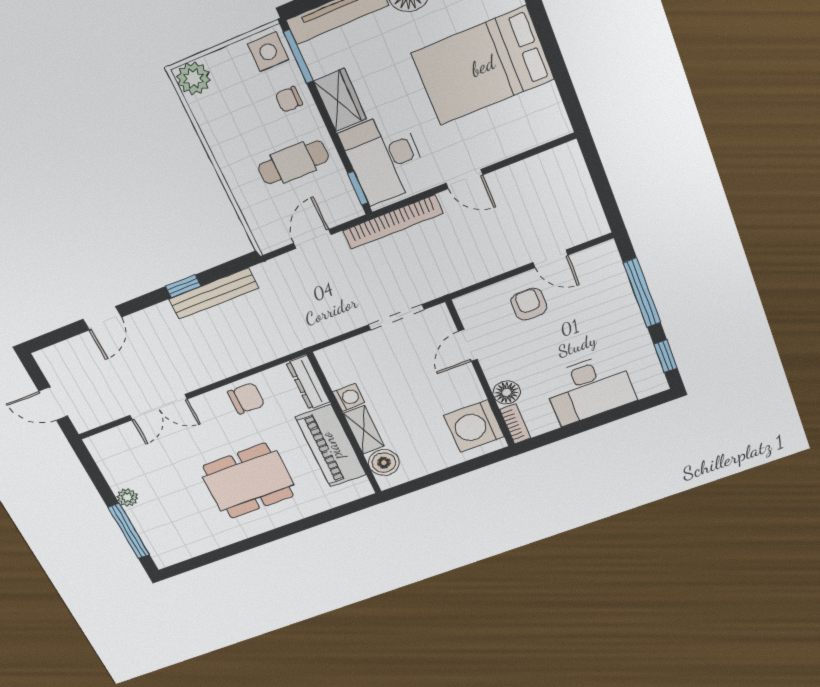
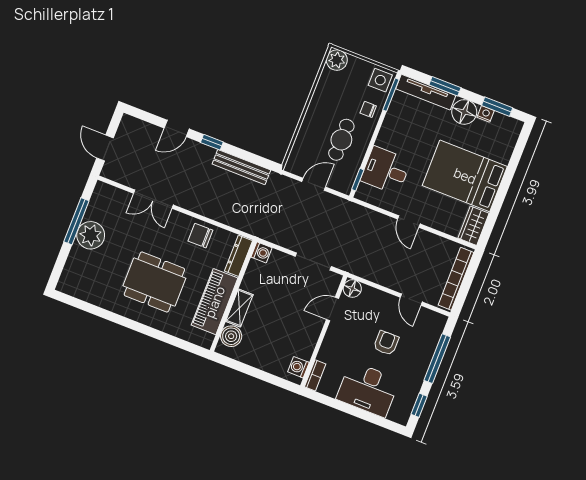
wardrobe: (340, 100) -> (473, 226), moved, turned 180
desk: (384, 158) -> (386, 170), width x0.73
cafe table: (293, 162) -> (341, 140), turned 90
bookcase: (393, 222) -> (456, 279), moved, turned 90
window: (183, 286) -> (212, 142), moved
armchair: (529, 304) -> (386, 343), moved
floor lamp: (507, 392) -> (352, 289), moved
washing machine: (349, 397) -> (261, 252), moved
chair: (246, 398) -> (200, 236), turned 180
washing machine: (474, 426) -> (298, 367), width x0.53, depth x0.53
plant: (127, 497) -> (91, 235), width x1.88, depth x1.88
window: (129, 531) -> (76, 221), moved

